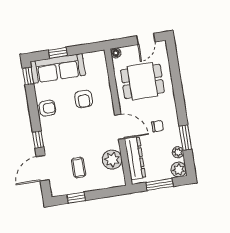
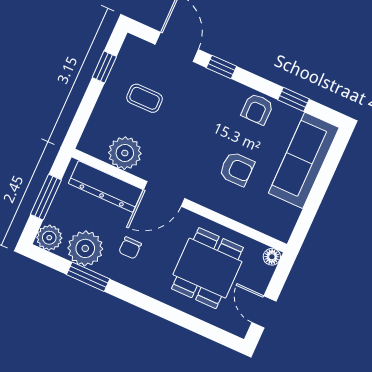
window: (58, 53) -> (326, 175), removed
window: (28, 76) -> (294, 99), moved
armchair: (84, 99) -> (237, 169), turned 180
plant: (178, 152) -> (85, 248), width x1.88, depth x1.88

